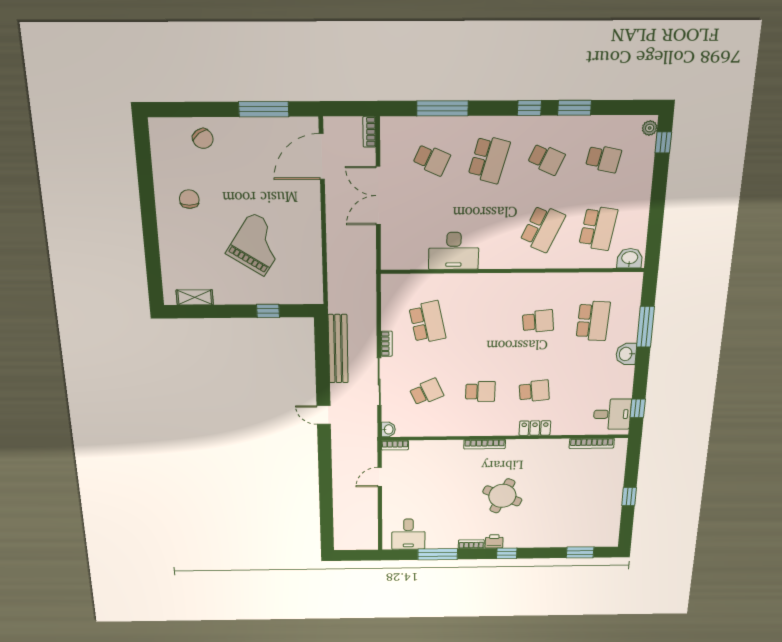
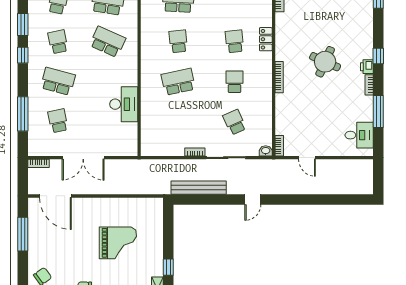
school desk: (546, 159) -> (58, 42), turned -36
school desk: (432, 160) -> (58, 121), turned -36
grand piano: (258, 244) -> (118, 243), turned 147
window: (268, 311) -> (168, 267), moved
school desk: (427, 322) -> (178, 82), moved

